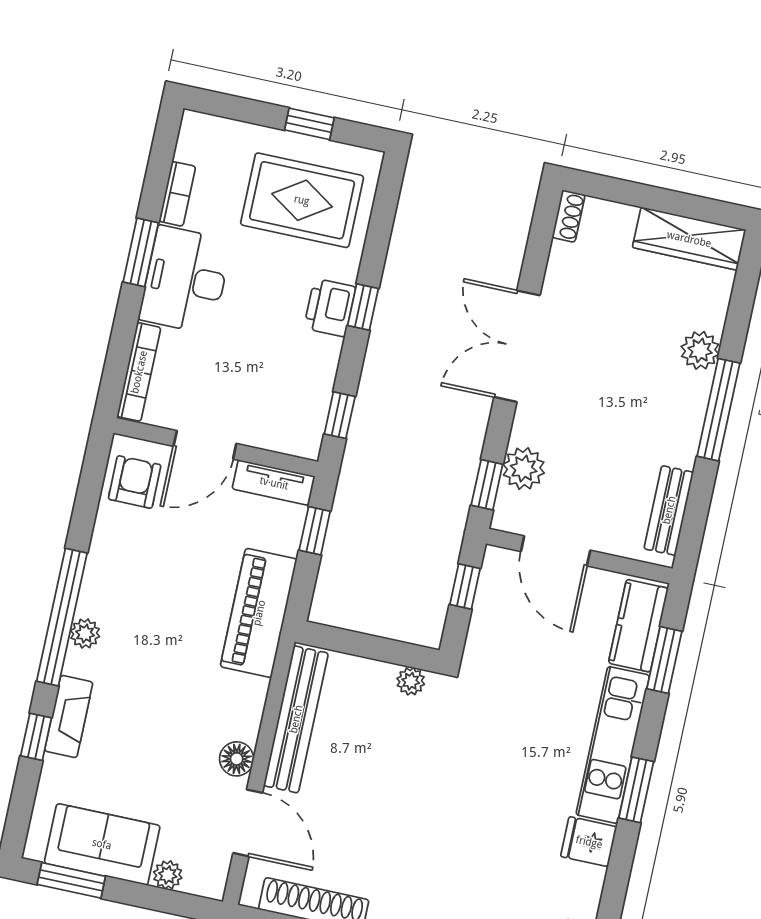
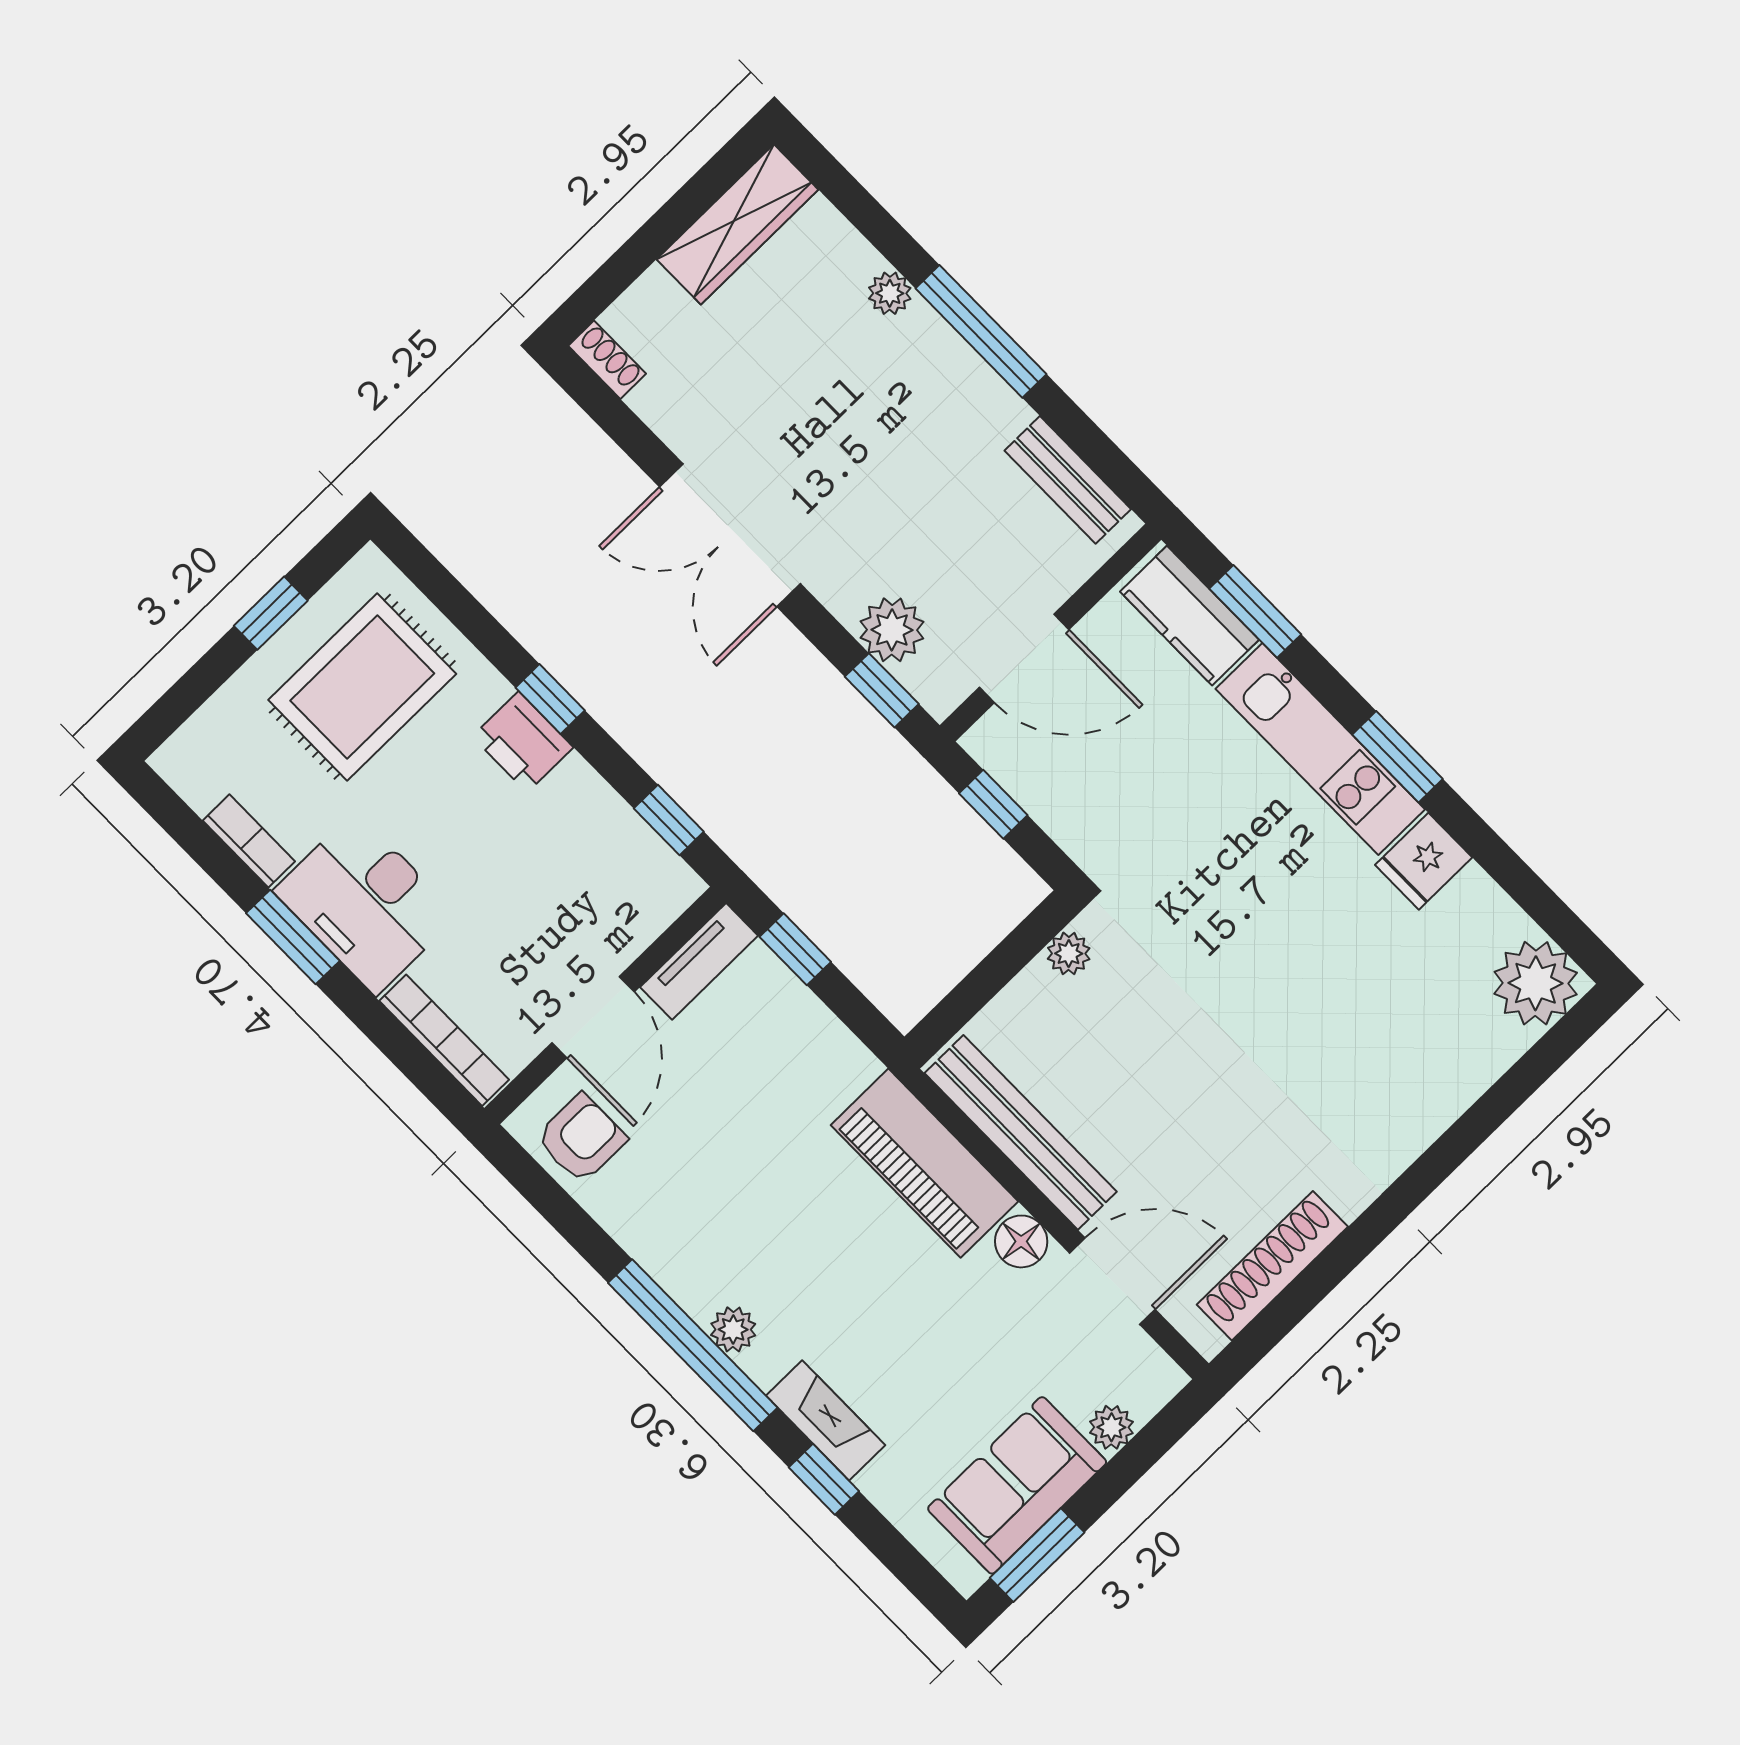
plant: (700, 350) -> (890, 293), width x0.73, depth x0.73
armchair: (135, 482) -> (581, 1138), turned 90
piano: (259, 613) -> (924, 1163), moved

